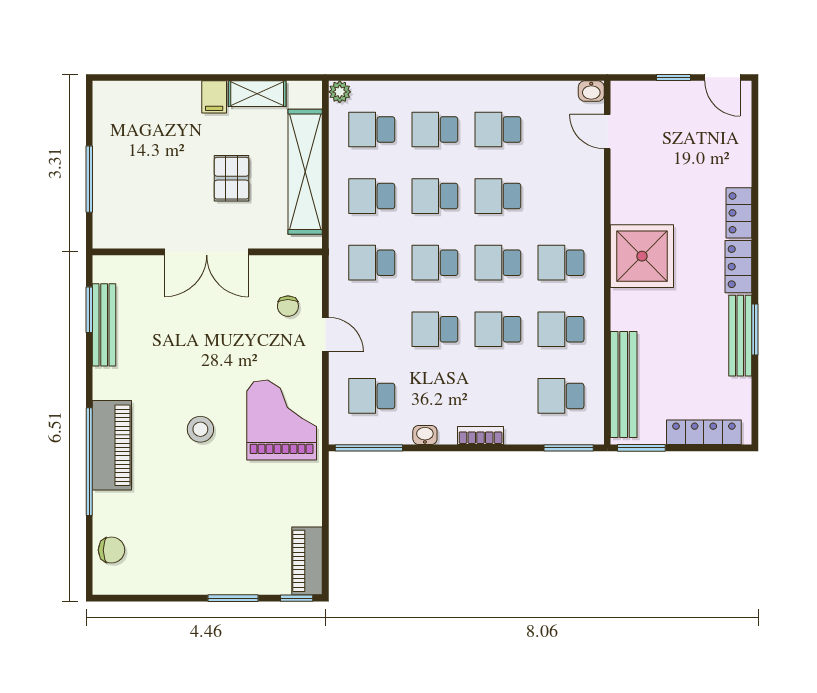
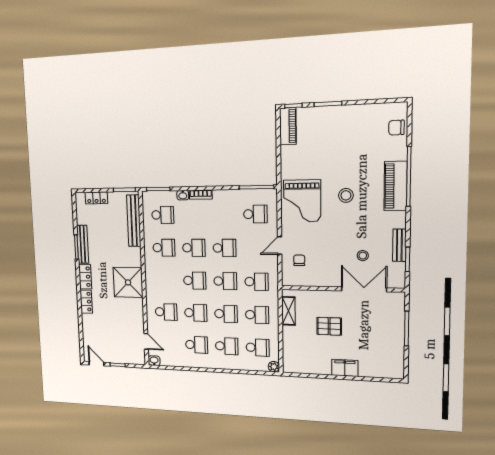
shelving: (257, 94) -> (316, 368), removed
filing cabinet: (214, 97) -> (345, 368), width x2.00
shelving: (305, 172) -> (289, 311), width x0.45, depth x0.75
pallet: (232, 178) -> (329, 326), turned 90
double door: (207, 252) -> (364, 289), moved
school desk: (561, 263) -> (166, 312), moved
stool: (169, 316) -> (363, 256), added
bench: (104, 325) -> (399, 245), width x0.73
door: (325, 335) -> (280, 246), hinge flipped
locker: (704, 432) -> (96, 198), width x0.66
washbasin: (425, 435) -> (183, 195), moved

